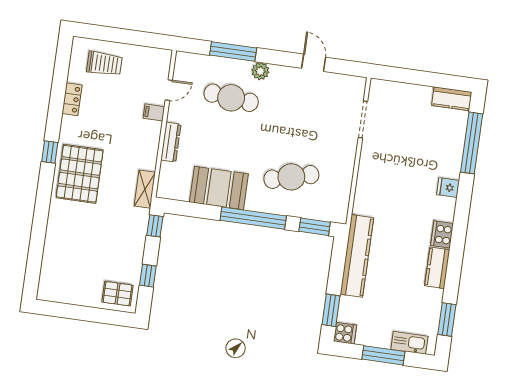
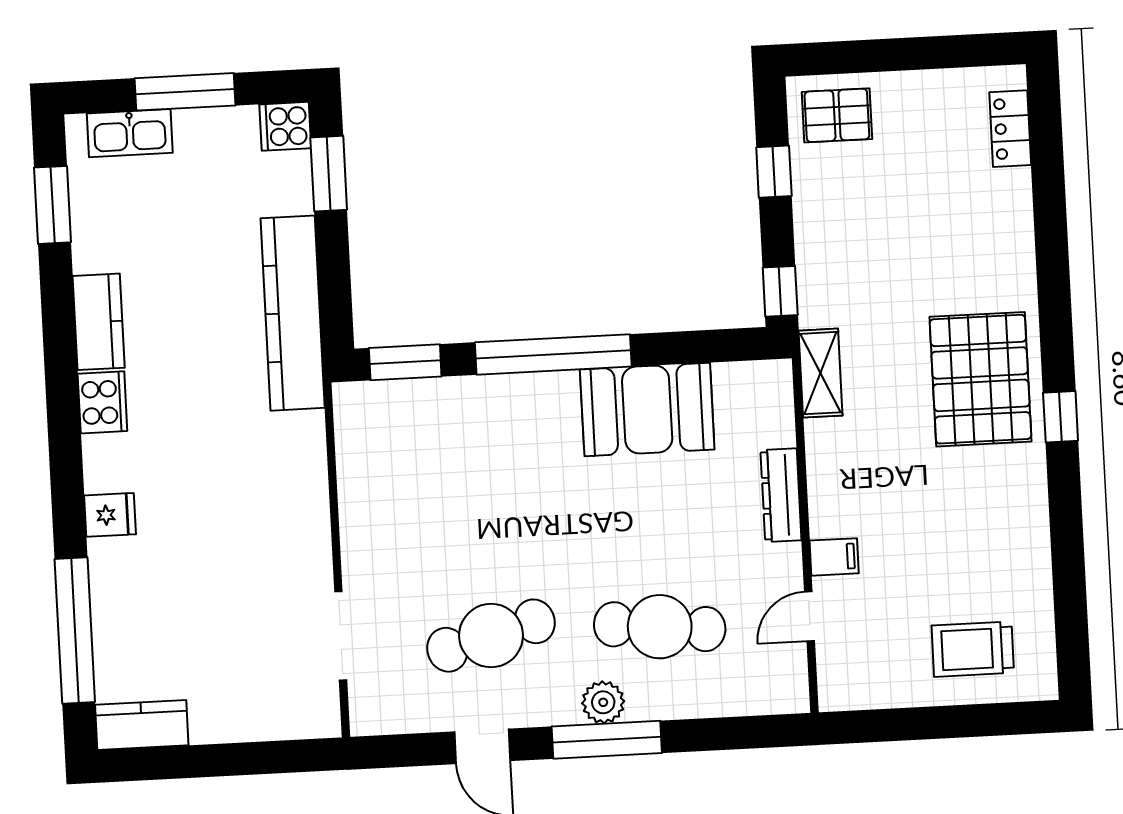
window: (233, 51) -> (607, 740), moved
locker: (72, 99) -> (1010, 129), moved
cafe table: (291, 177) -> (491, 636), moved

